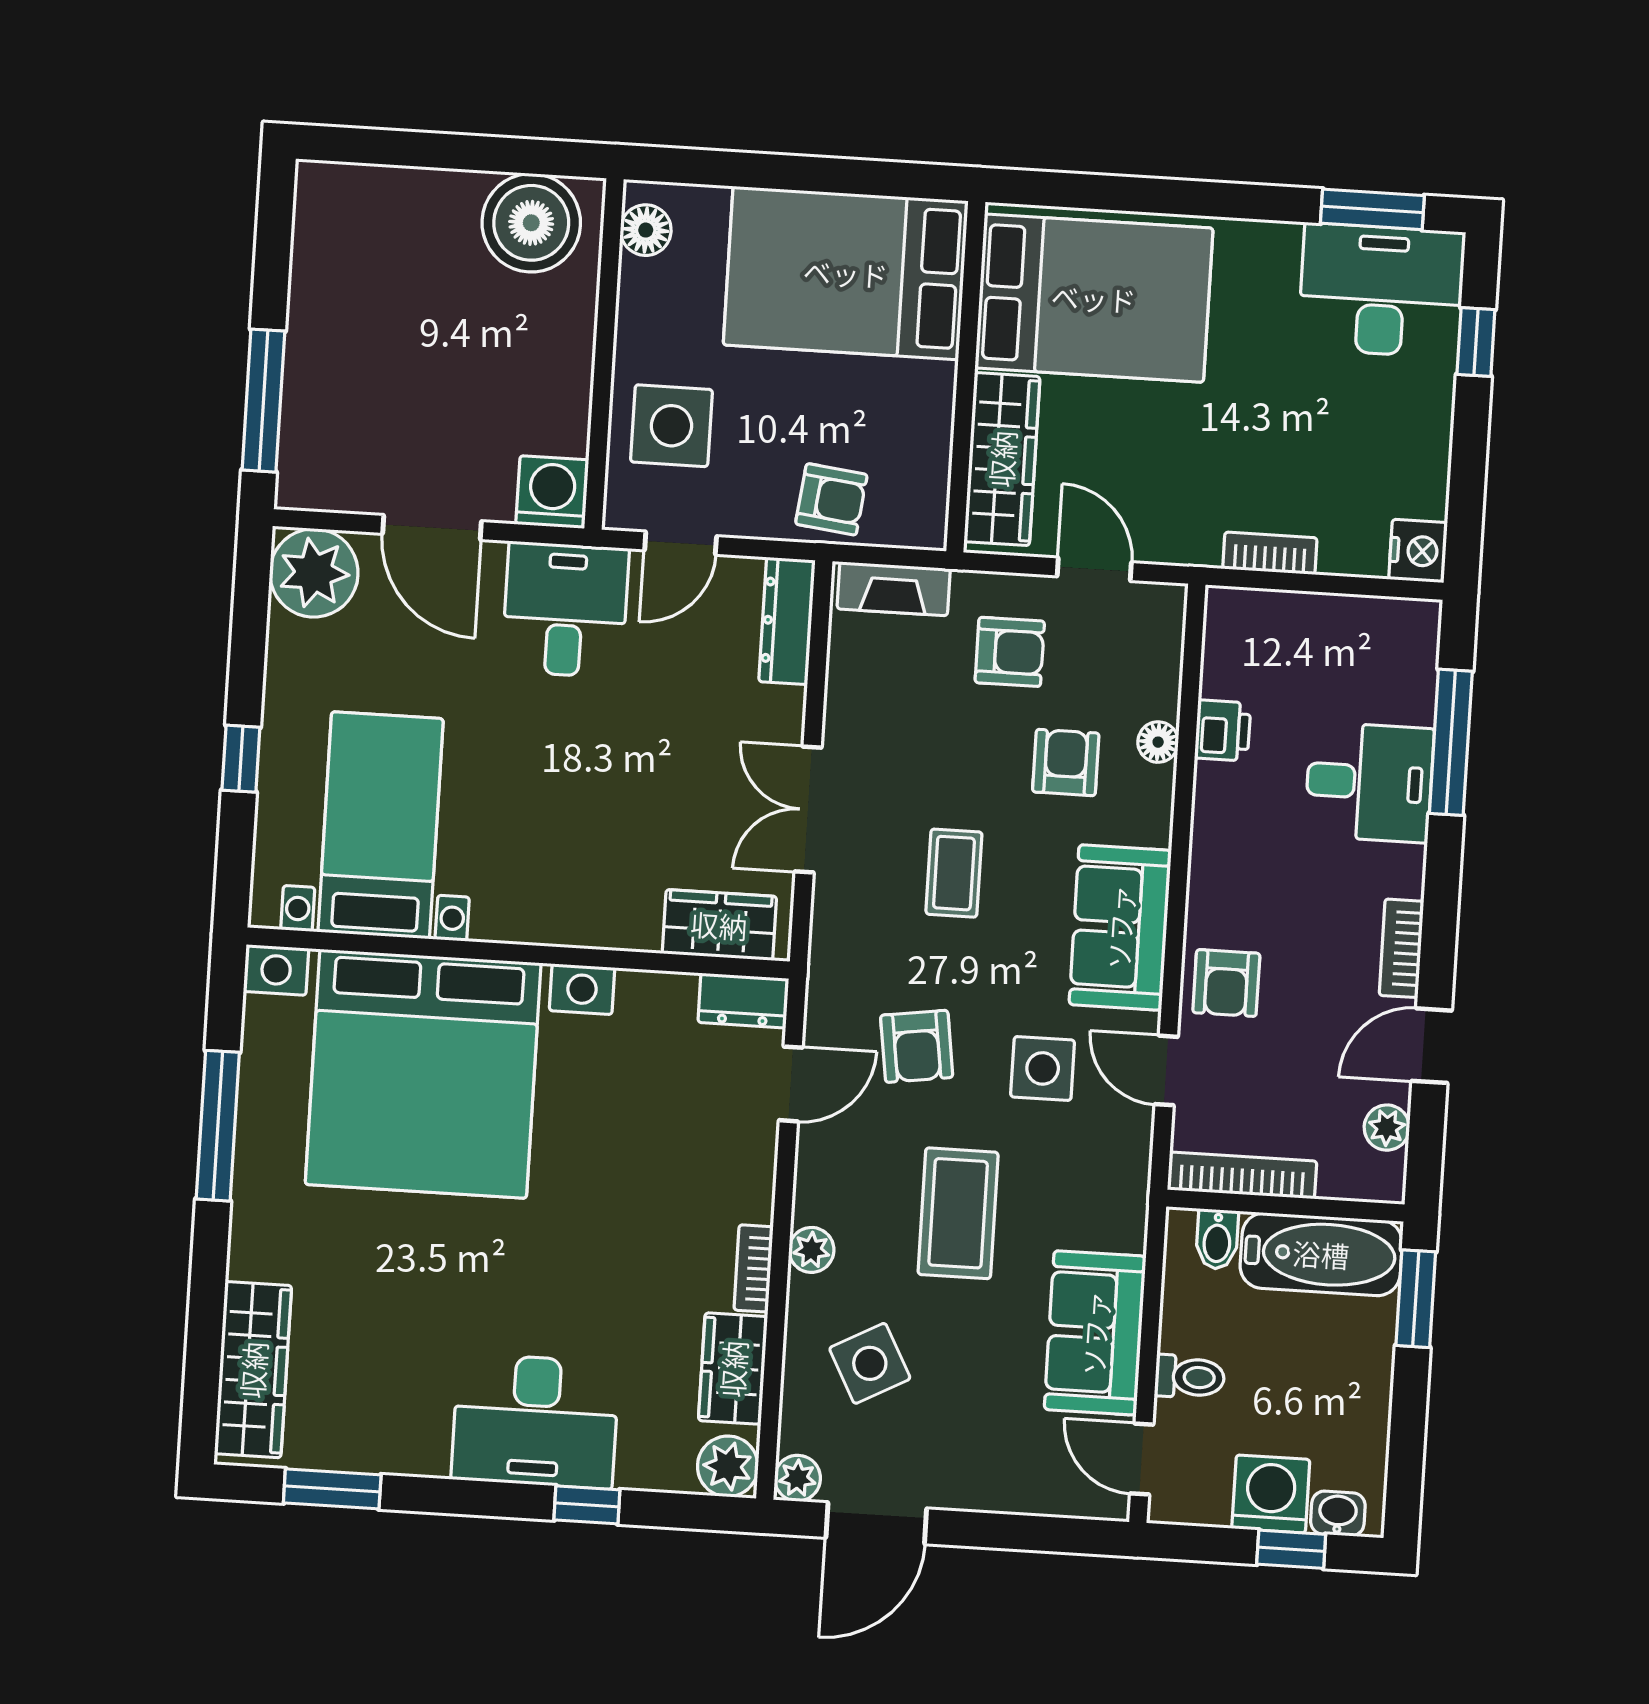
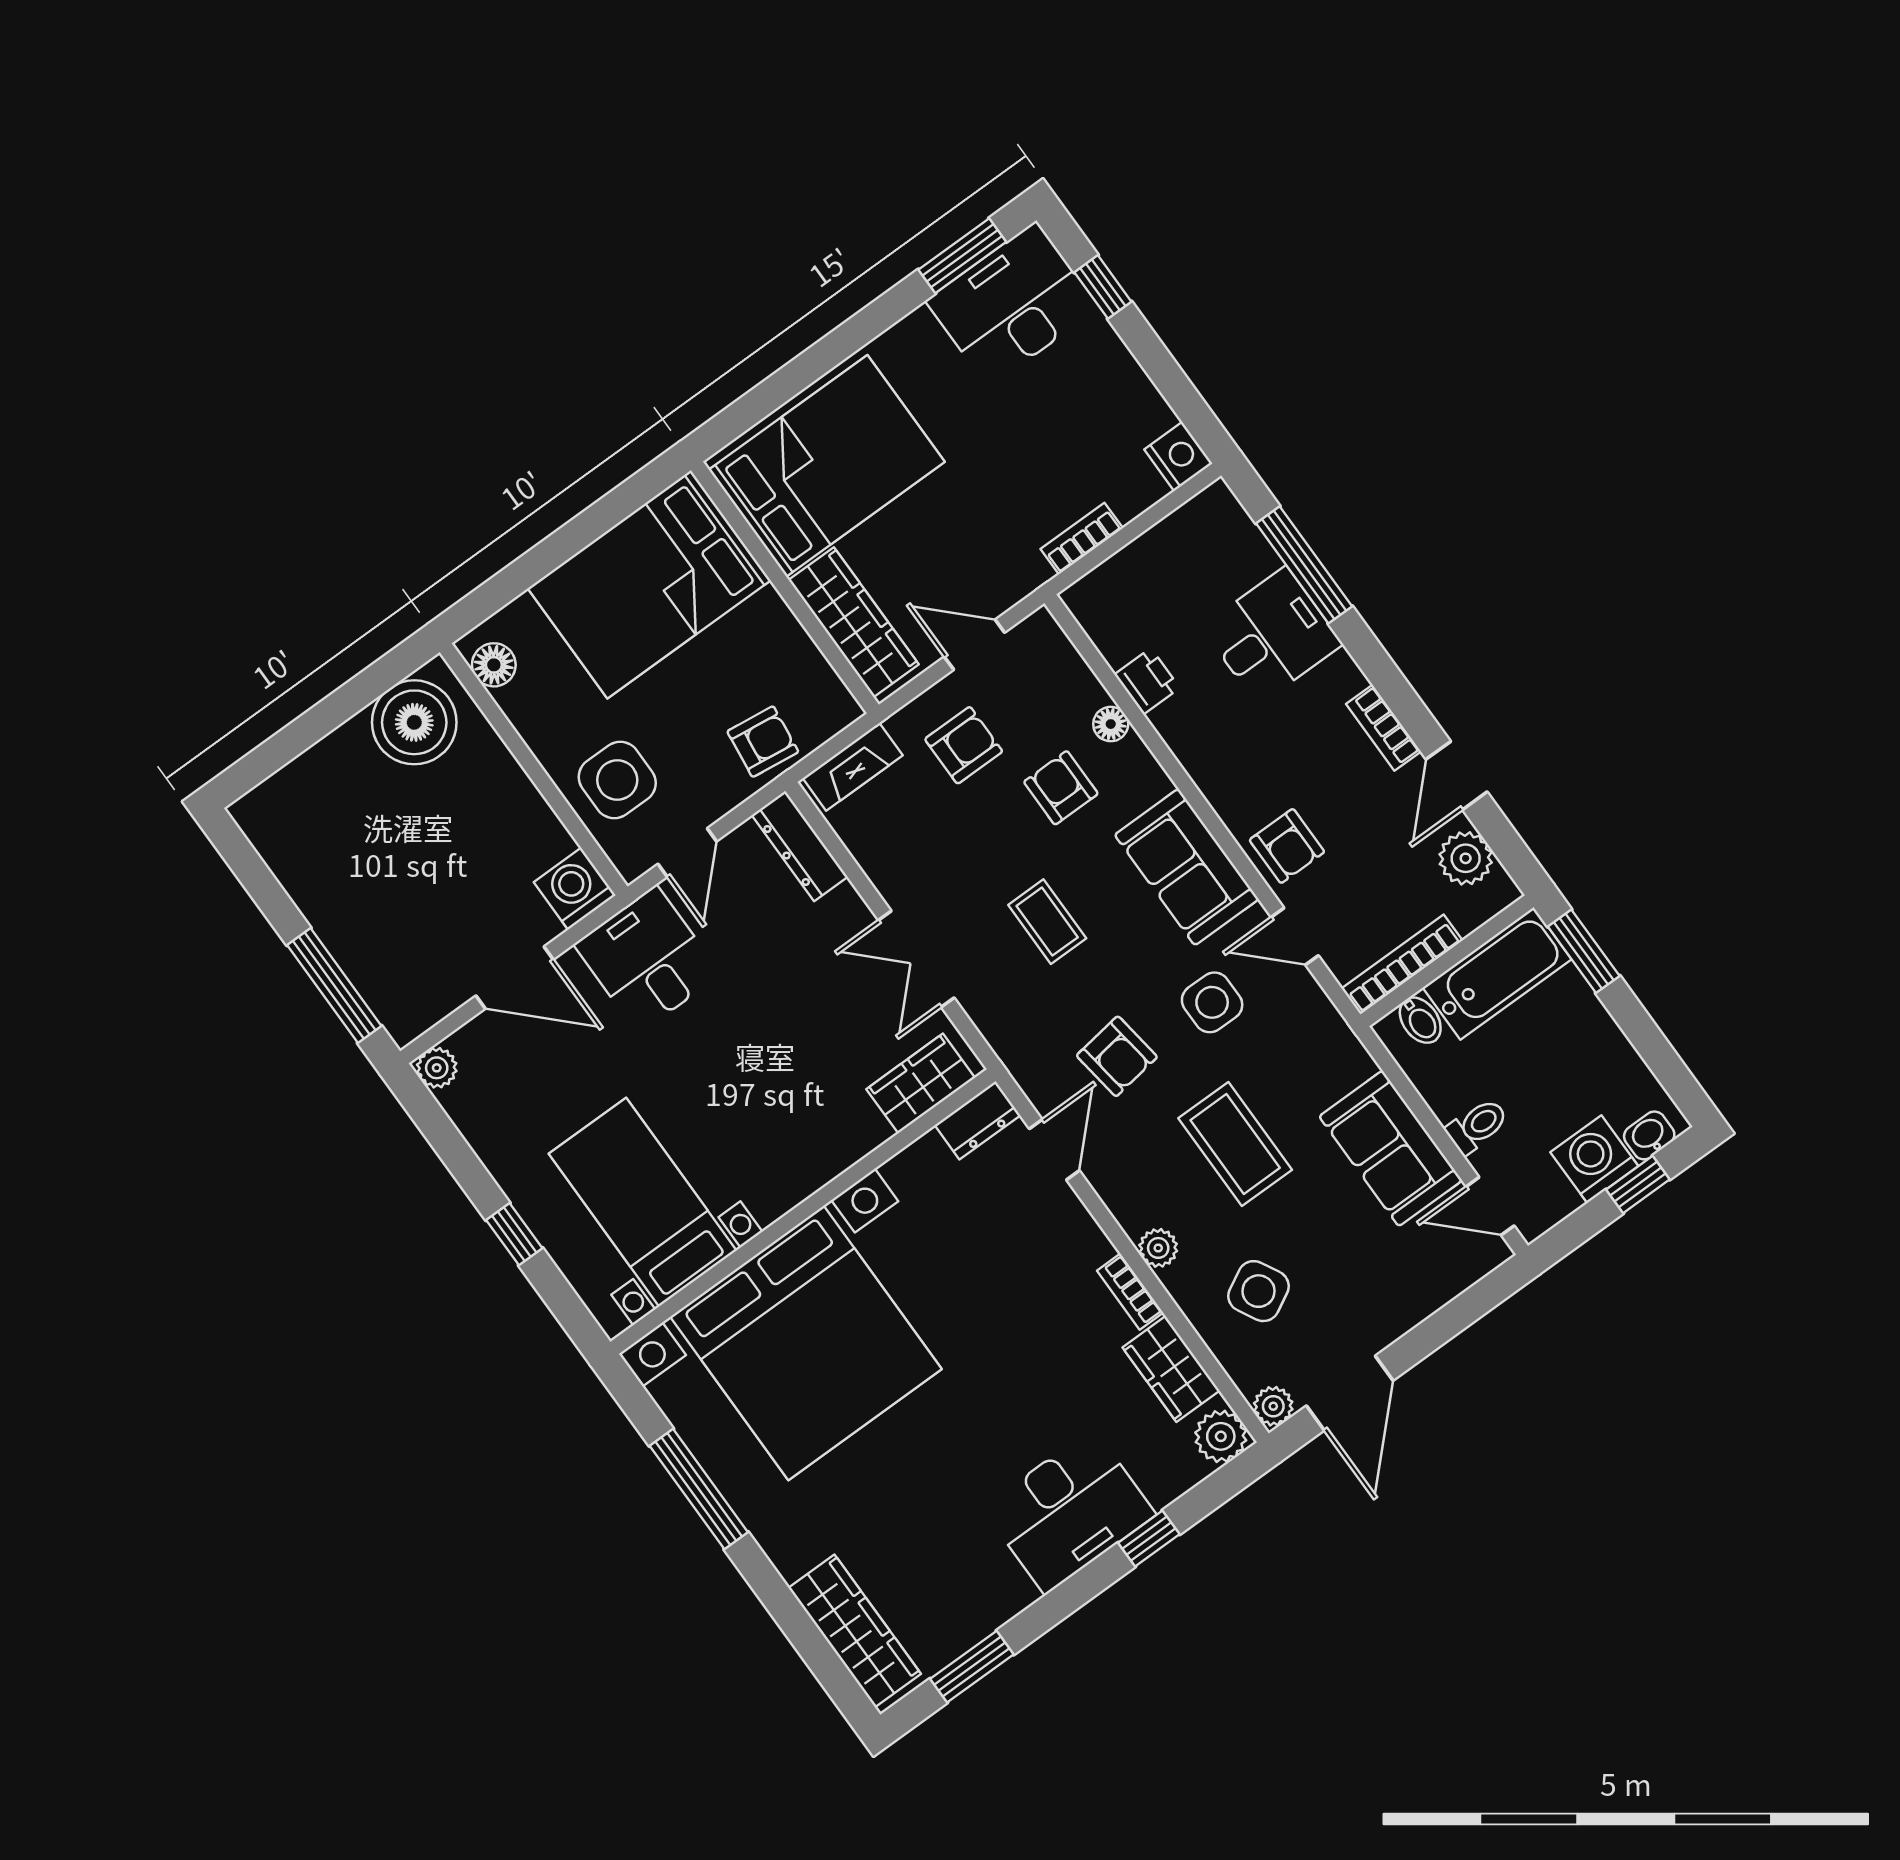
plant: (314, 573) -> (437, 1068), width x0.53, depth x0.53
plant: (1387, 1128) -> (1466, 858), width x1.38, depth x1.38

